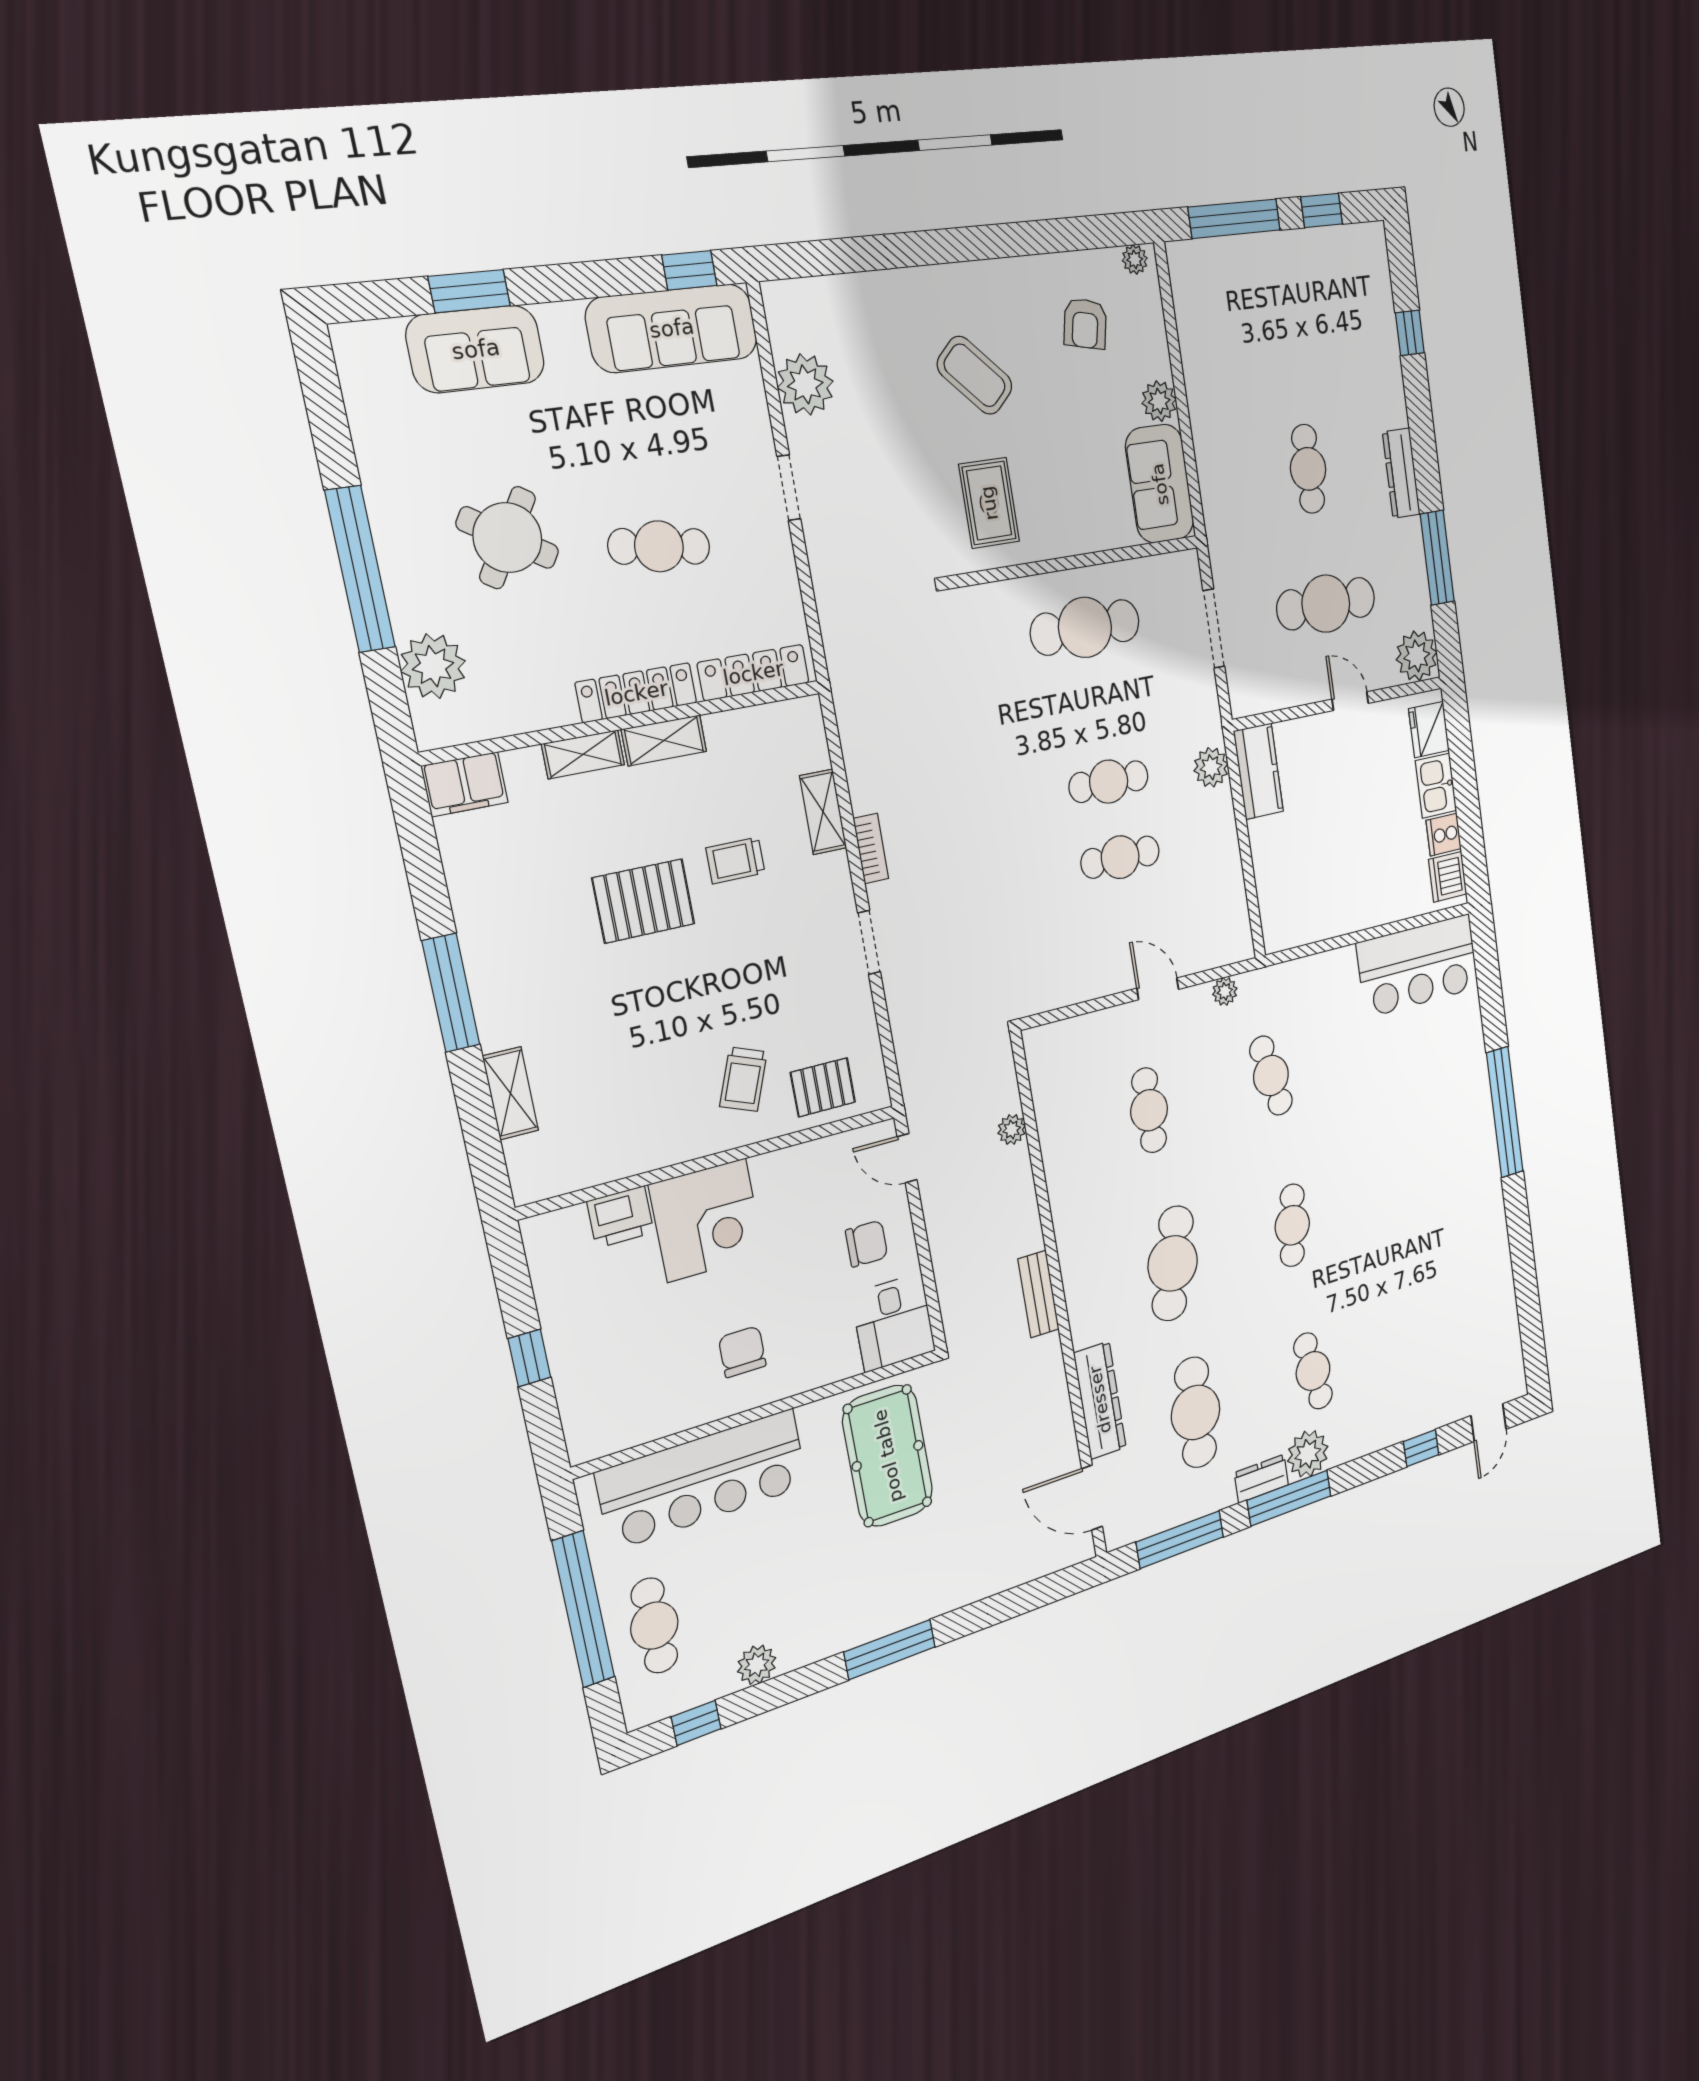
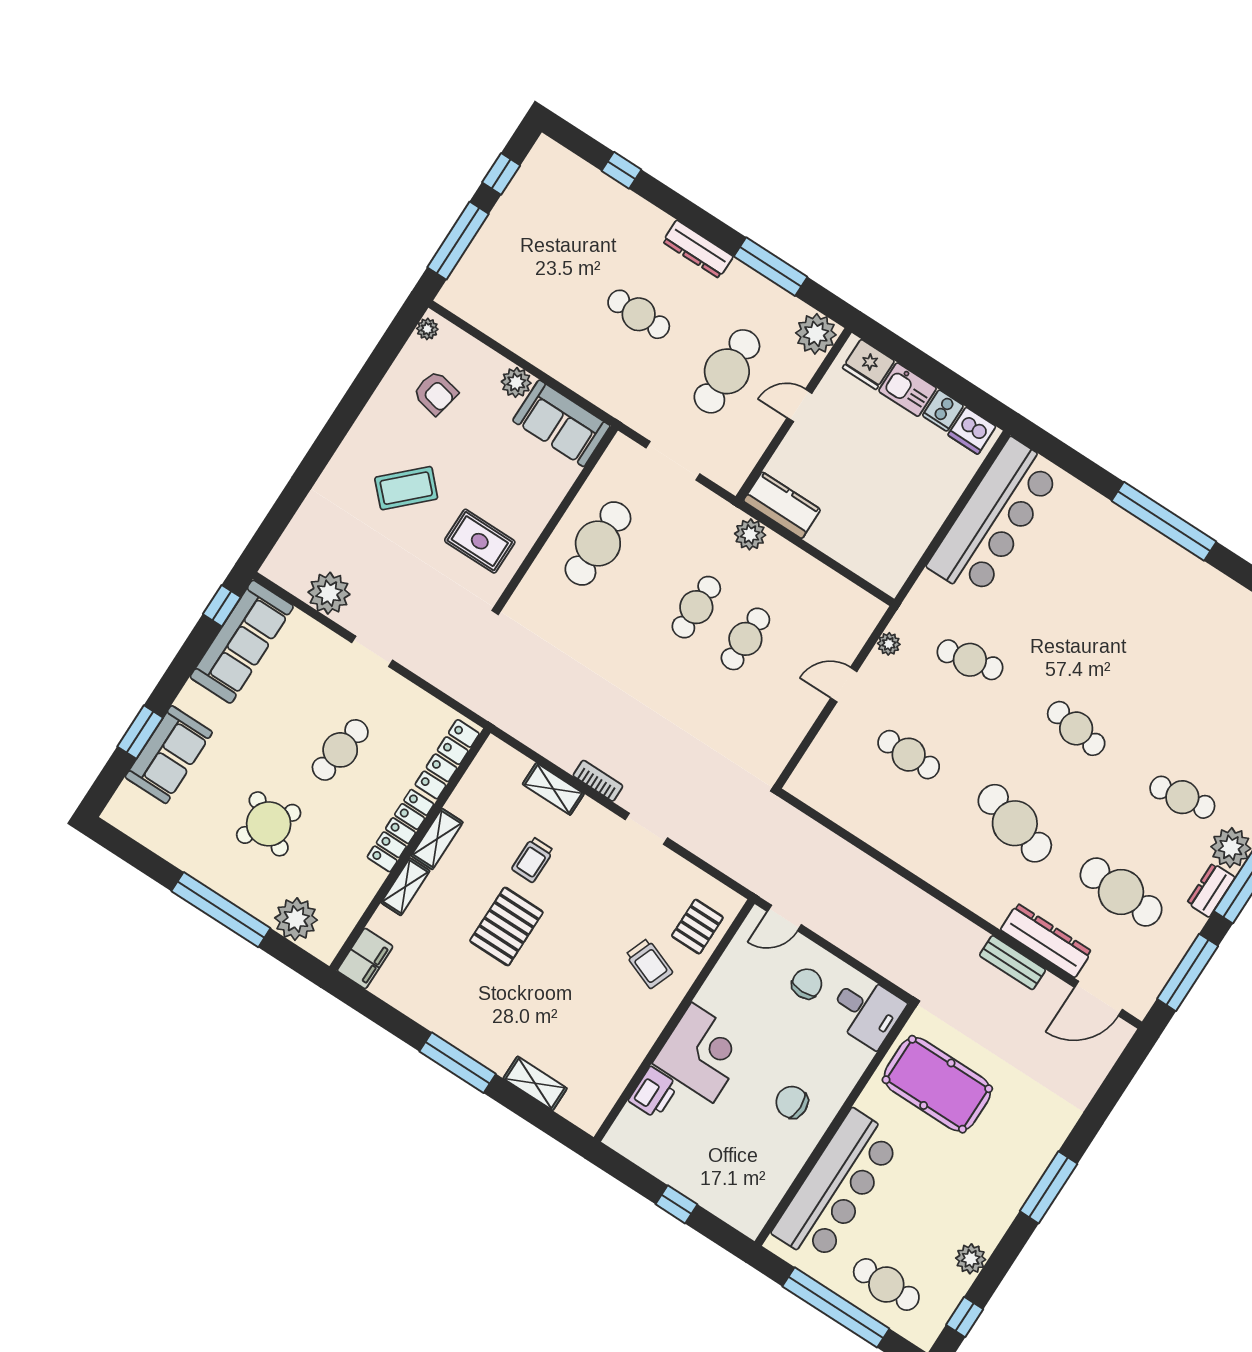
bar counter: (1418, 966) -> (994, 518), width x1.36
plant: (1012, 1130) -> (832, 845), removed
bench: (1039, 1294) -> (1013, 963), moved

